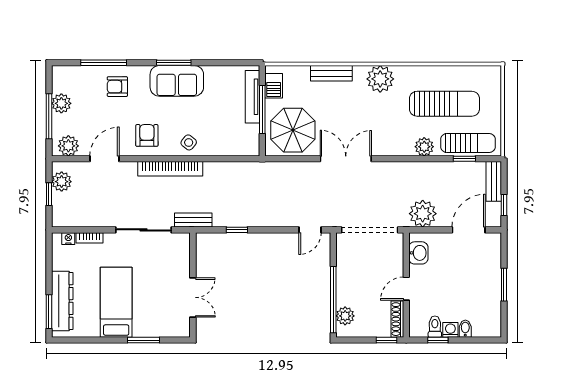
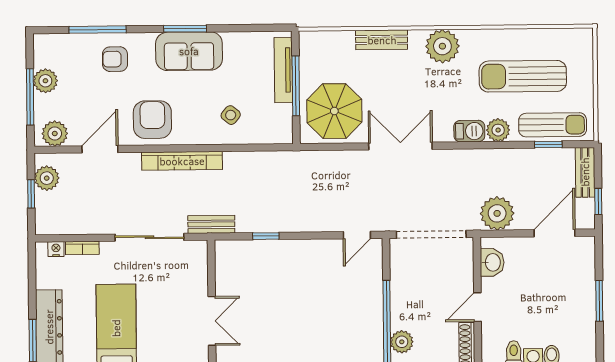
barbecue: (274, 86) -> (469, 131), moved, turned -90
sun lounger: (444, 104) -> (523, 76), turned 180
armchair: (147, 135) -> (152, 120), width x1.38, depth x1.38
side table: (189, 142) -> (231, 115), moved

